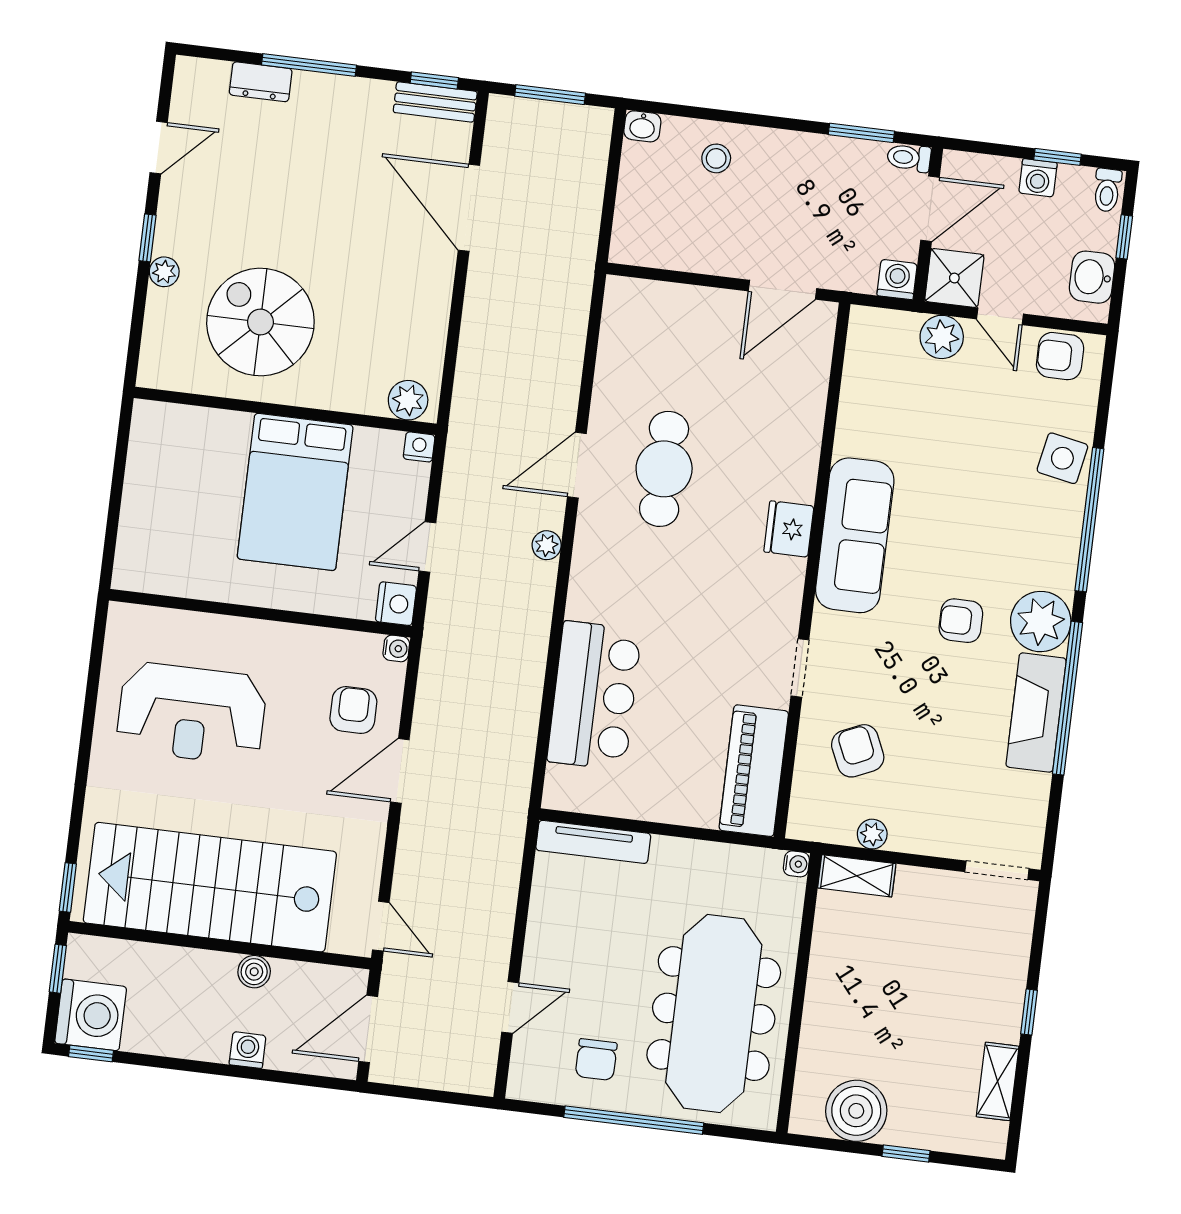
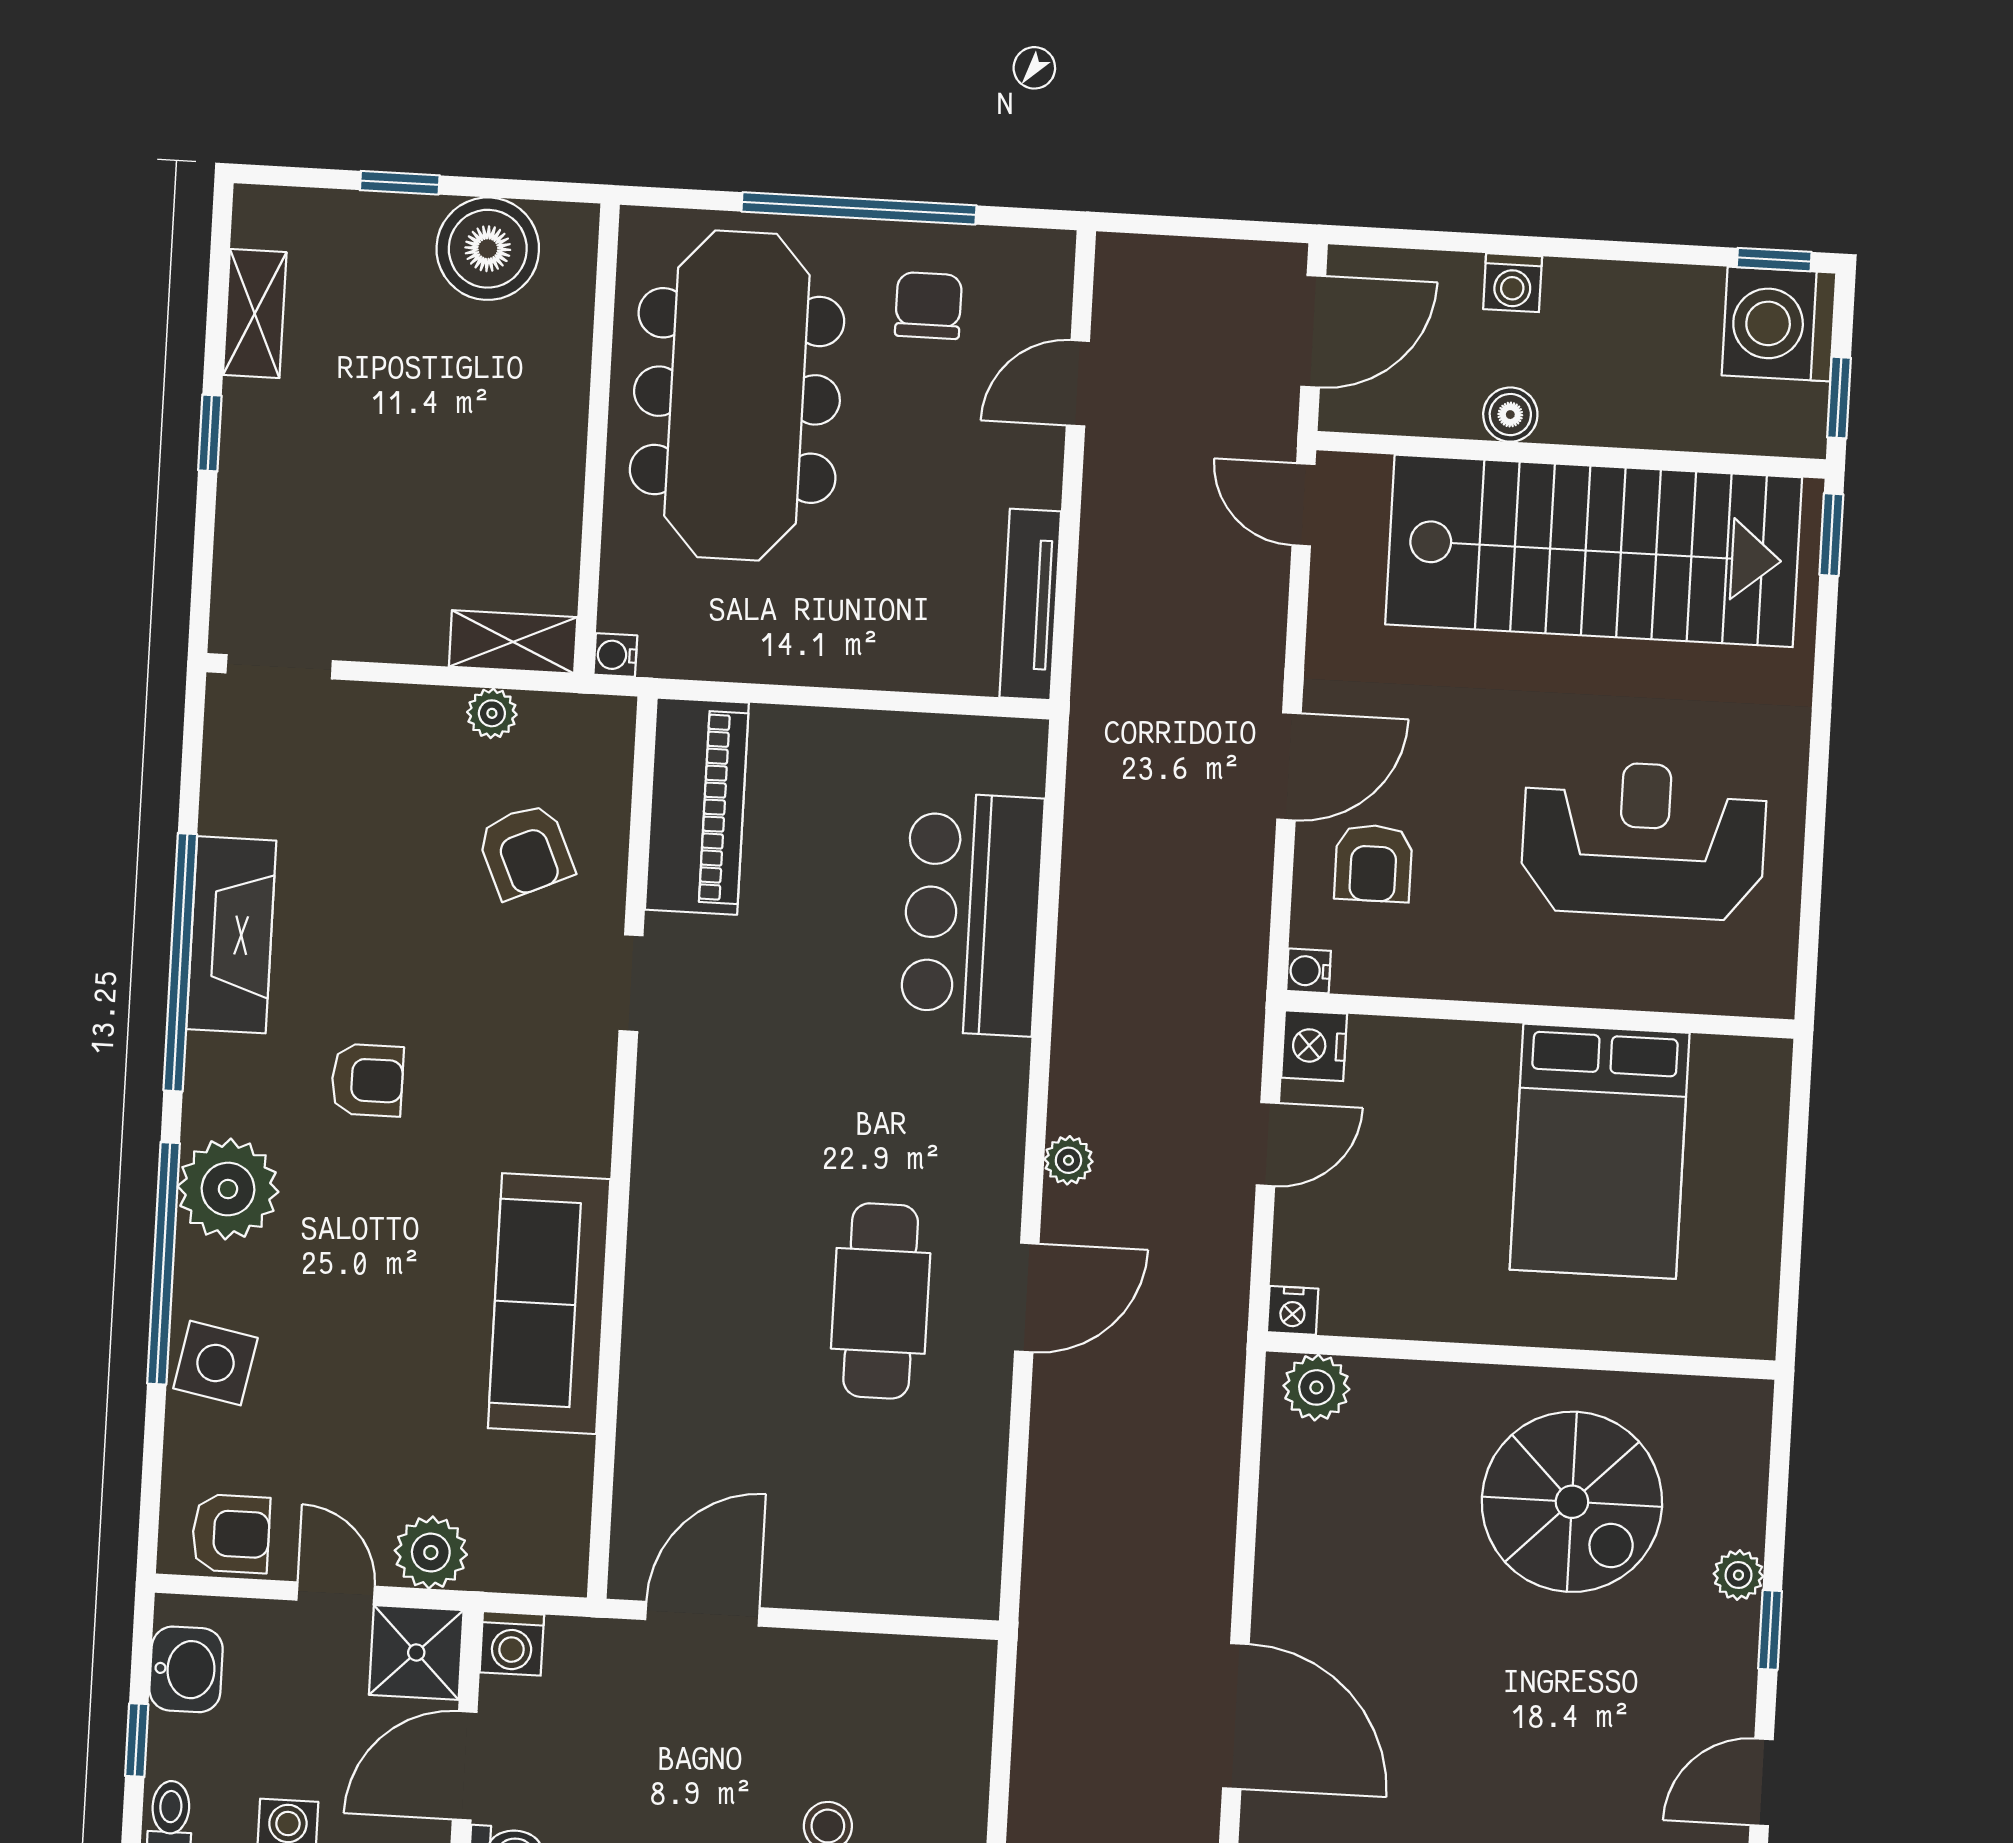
bed: (295, 492) -> (1600, 1151), moved, turned 180
fridge: (789, 529) -> (665, 1214), removed
sofa: (855, 535) -> (549, 1304), moved
plant: (1041, 622) -> (228, 1189), moved
tv unit: (593, 842) -> (1030, 604), moved, turned -90

